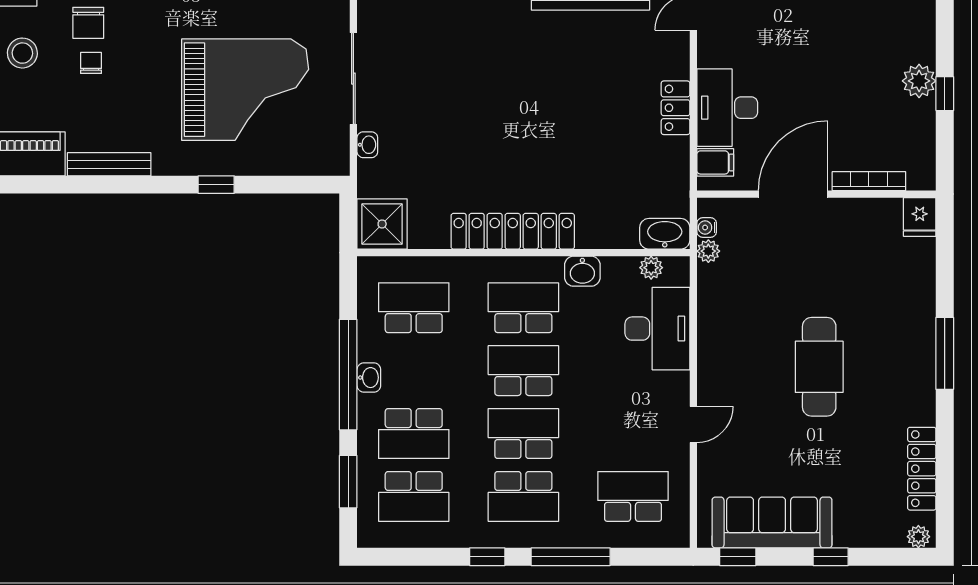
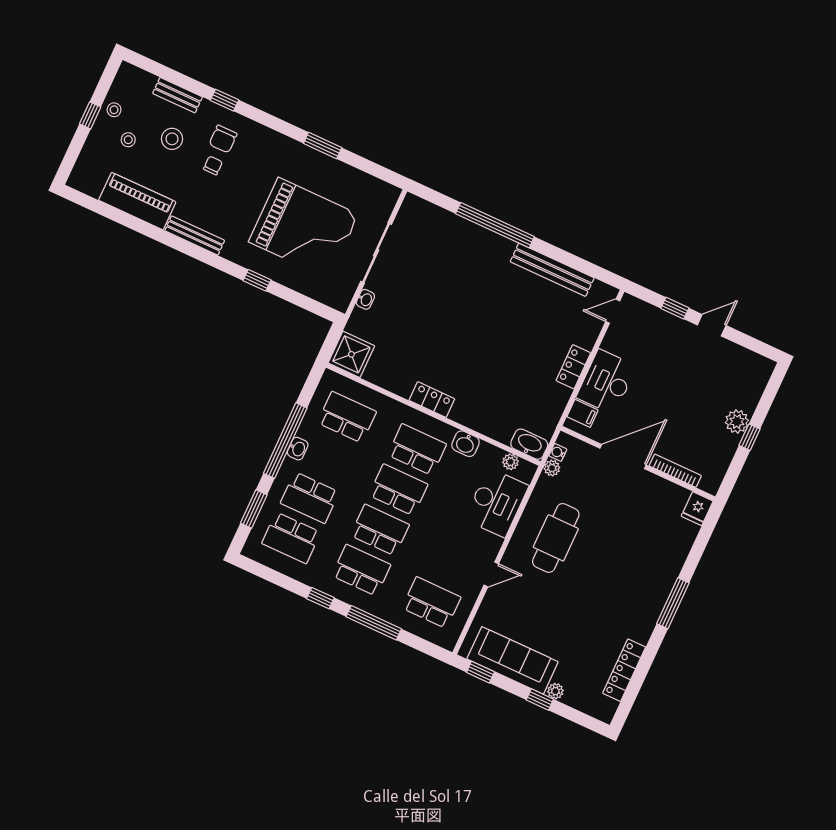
locker: (513, 231) -> (432, 400), width x0.46, depth x0.83
cafe table: (819, 367) -> (556, 538), moved
school desk: (523, 496) -> (361, 570), turned 180
plant: (918, 537) -> (555, 691), moved

